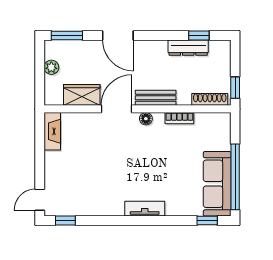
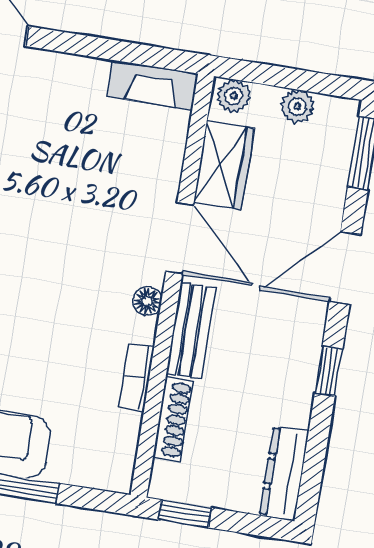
window: (199, 35) -> (329, 371), moved
dresser: (188, 48) -> (284, 473), moved
plant: (51, 96) -> (234, 96), added
shoe rack: (210, 99) -> (173, 419), moved

